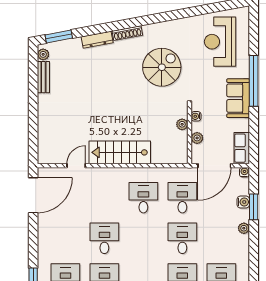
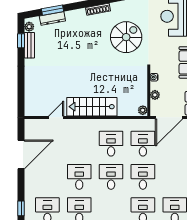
window: (59, 36) -> (52, 10), moved
dresser: (97, 40) -> (52, 19), moved
window: (33, 72) -> (21, 41), added
plant: (182, 124) -> (143, 110), moved
door: (33, 195) -> (21, 154), moved
desk: (143, 238) -> (111, 177), added

